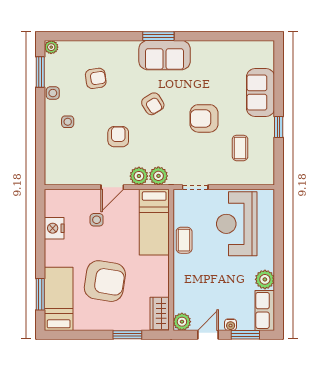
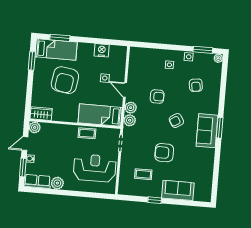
armchair: (204, 118) -> (164, 153), turned -90
window: (127, 335) -> (32, 61), moved
door: (208, 335) -> (25, 144), swing flipped

